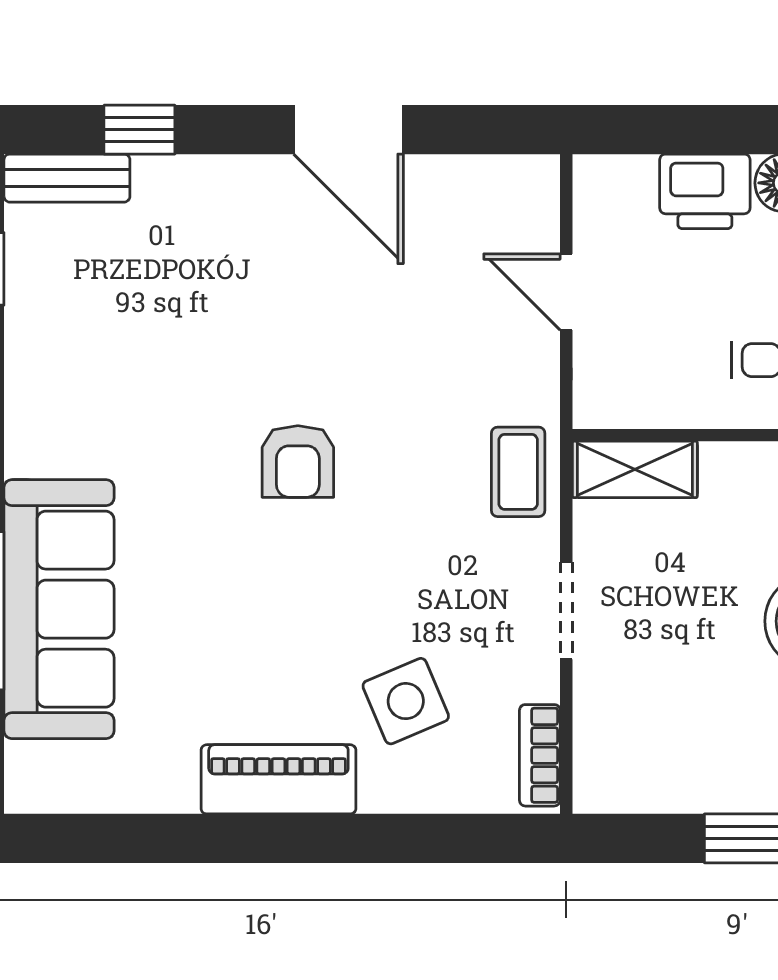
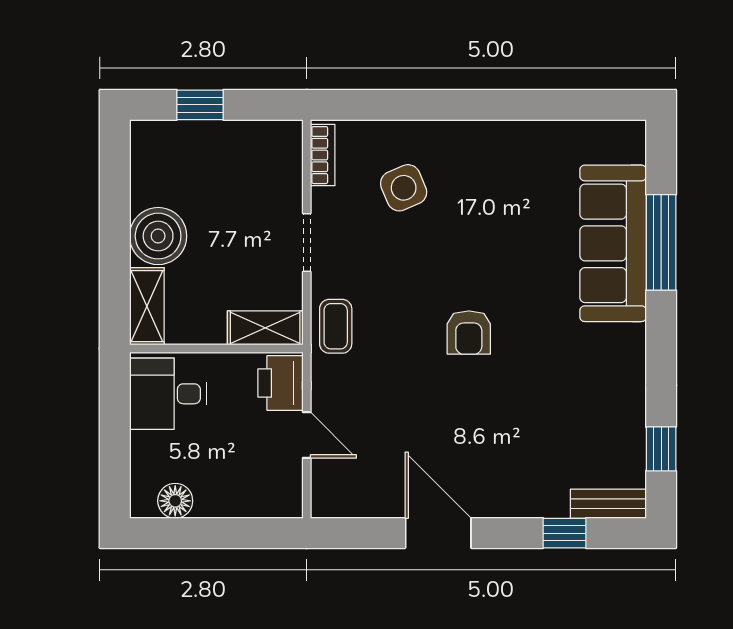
printer: (705, 191) -> (280, 383), moved, turned -90
armchair: (298, 462) -> (469, 333), turned 180
piano: (278, 779) -> (481, 141), removed

